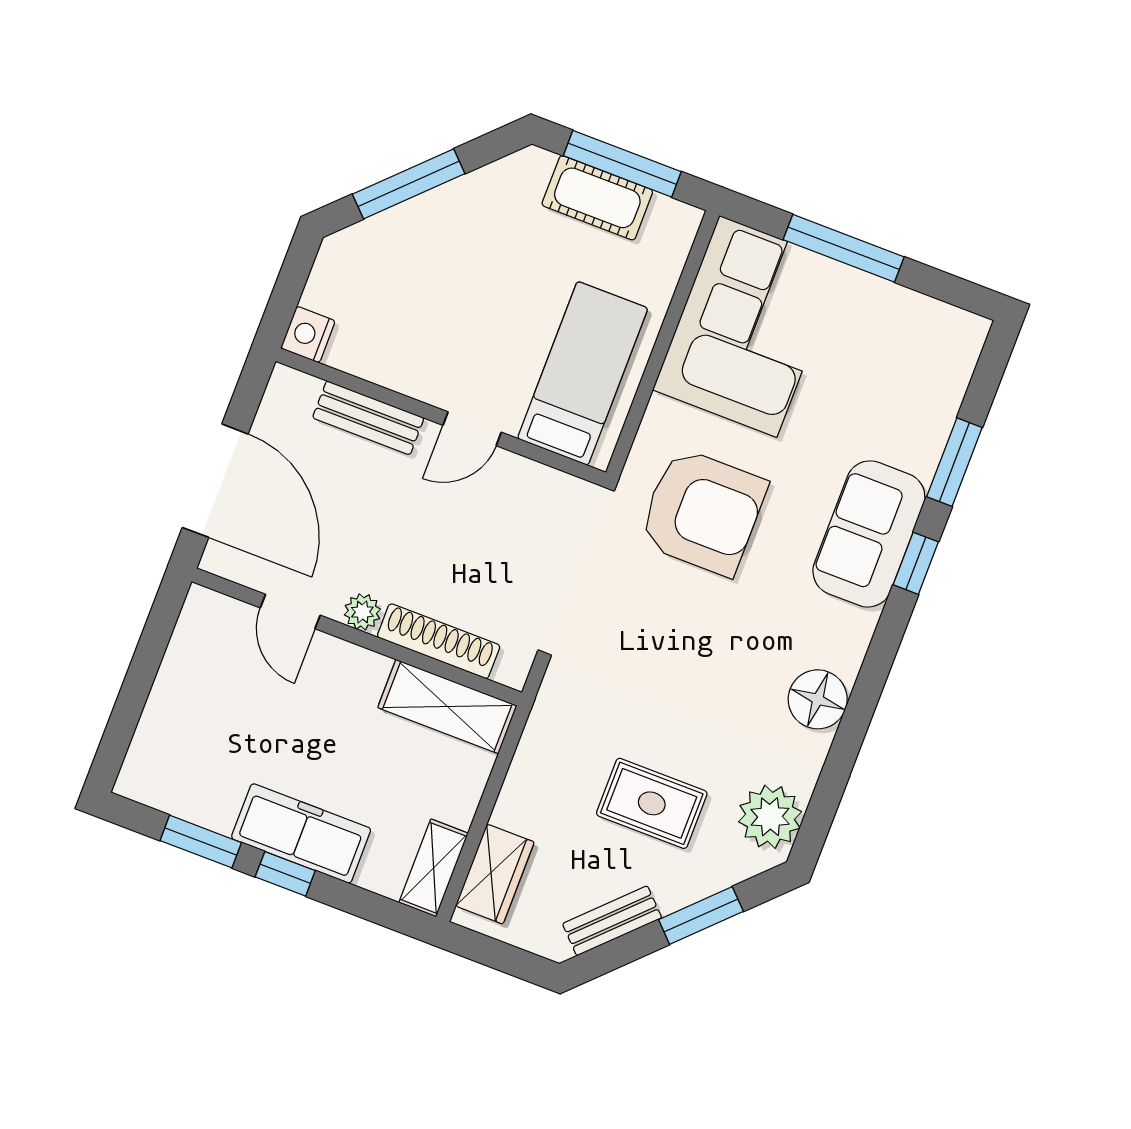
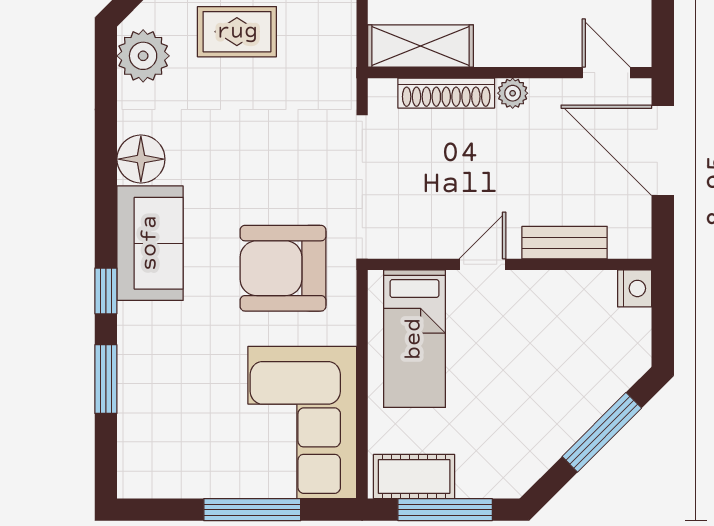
cot: (597, 198) -> (414, 476), moved
sofa: (869, 534) -> (150, 243), moved
door: (290, 611) -> (606, 73), moved

